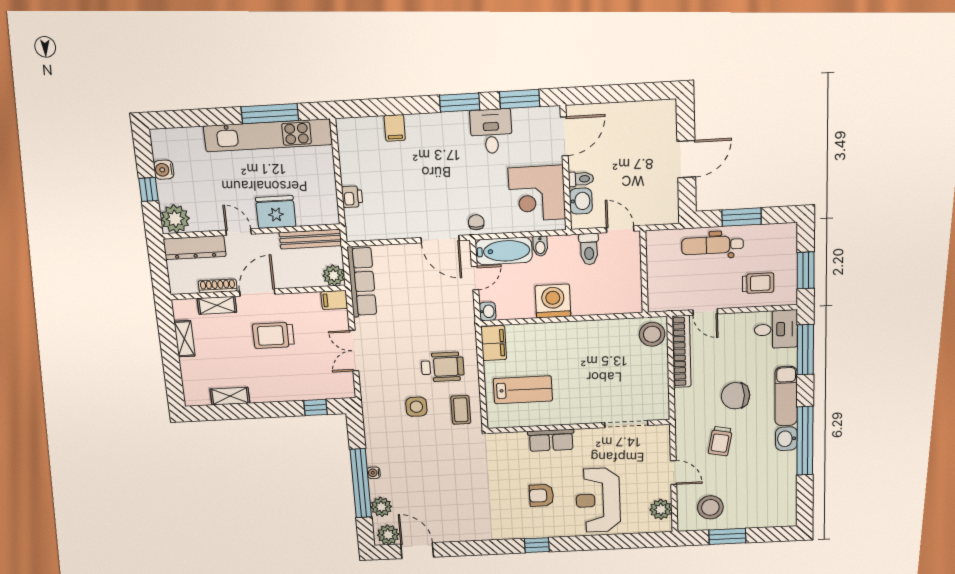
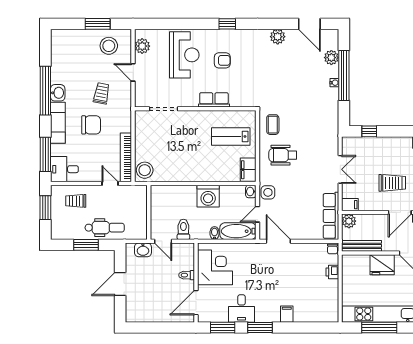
filing cabinet: (395, 128) -> (287, 314), moved
washbasin: (581, 201) -> (143, 250), moved, turned -90
chair: (476, 222) -> (332, 249), moved
side table: (416, 407) -> (268, 192), moved
plant: (388, 535) -> (278, 37), moved

